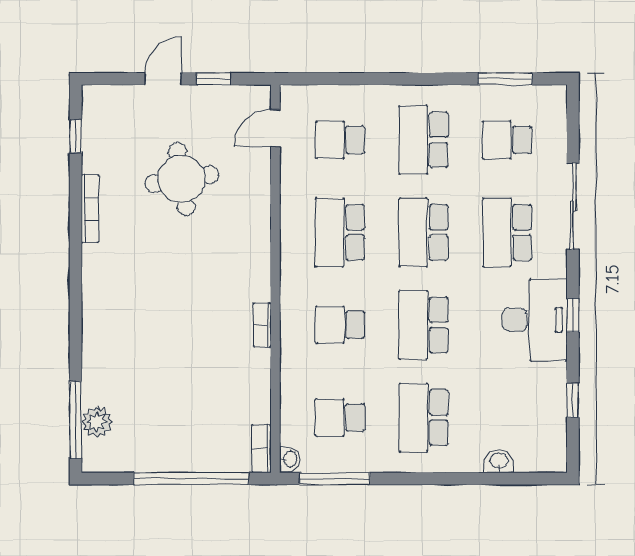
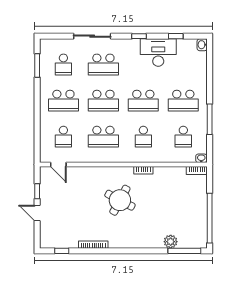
round table: (182, 179) -> (120, 200), moved, turned 37
desk: (535, 320) -> (158, 53), moved
plant: (97, 422) -> (171, 242), moved
washbasin: (499, 461) -> (202, 45), moved
window: (191, 479) -> (210, 218), moved
window: (335, 479) -> (210, 119), moved

